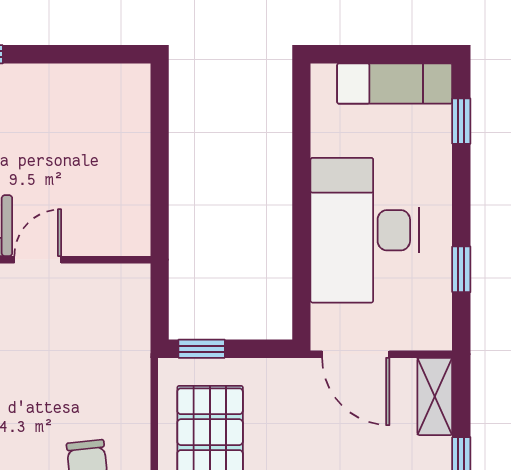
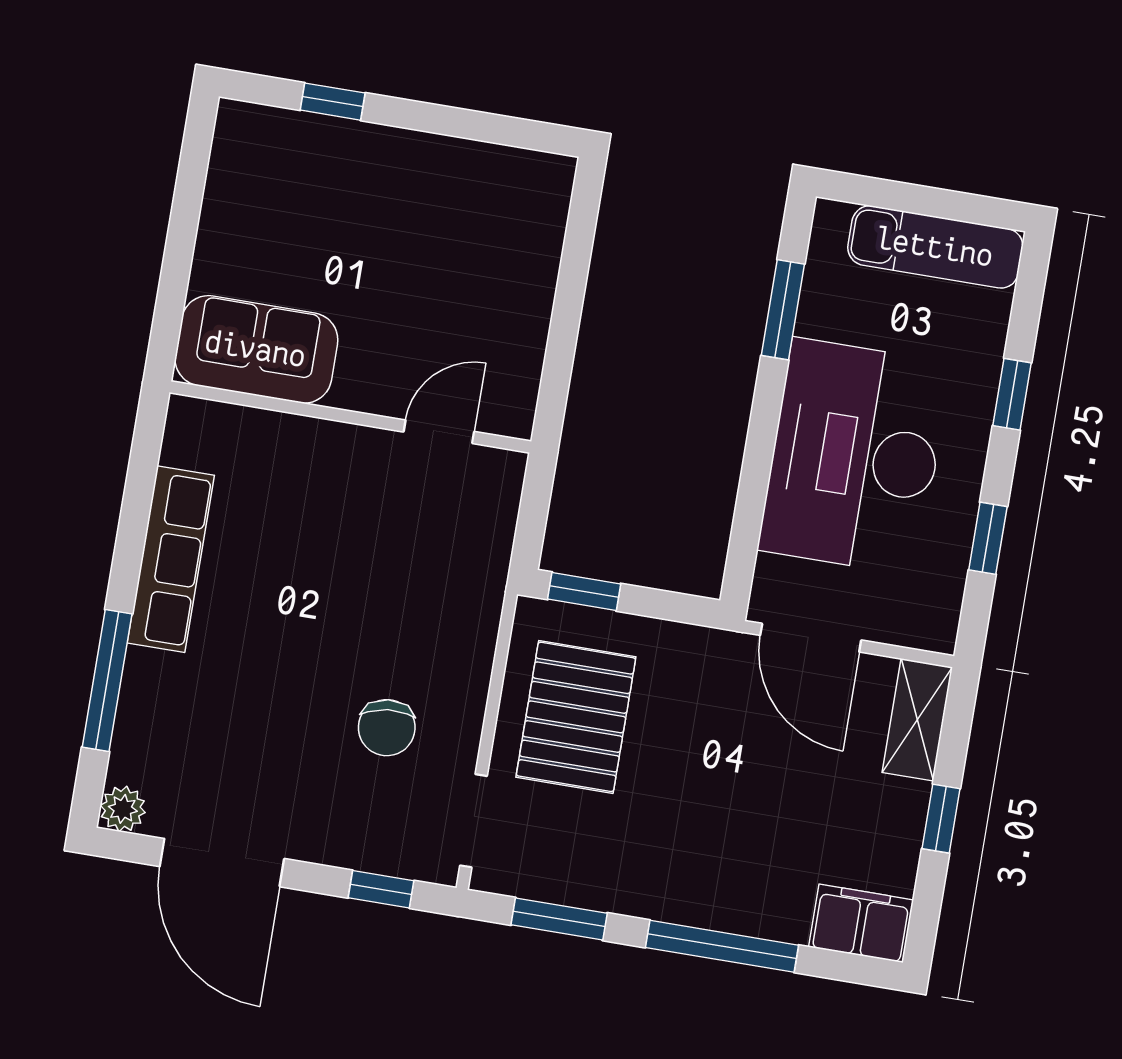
window: (461, 121) -> (1012, 394), moved
window: (301, 142) -> (783, 310), added
door: (38, 260) -> (439, 432), moved

